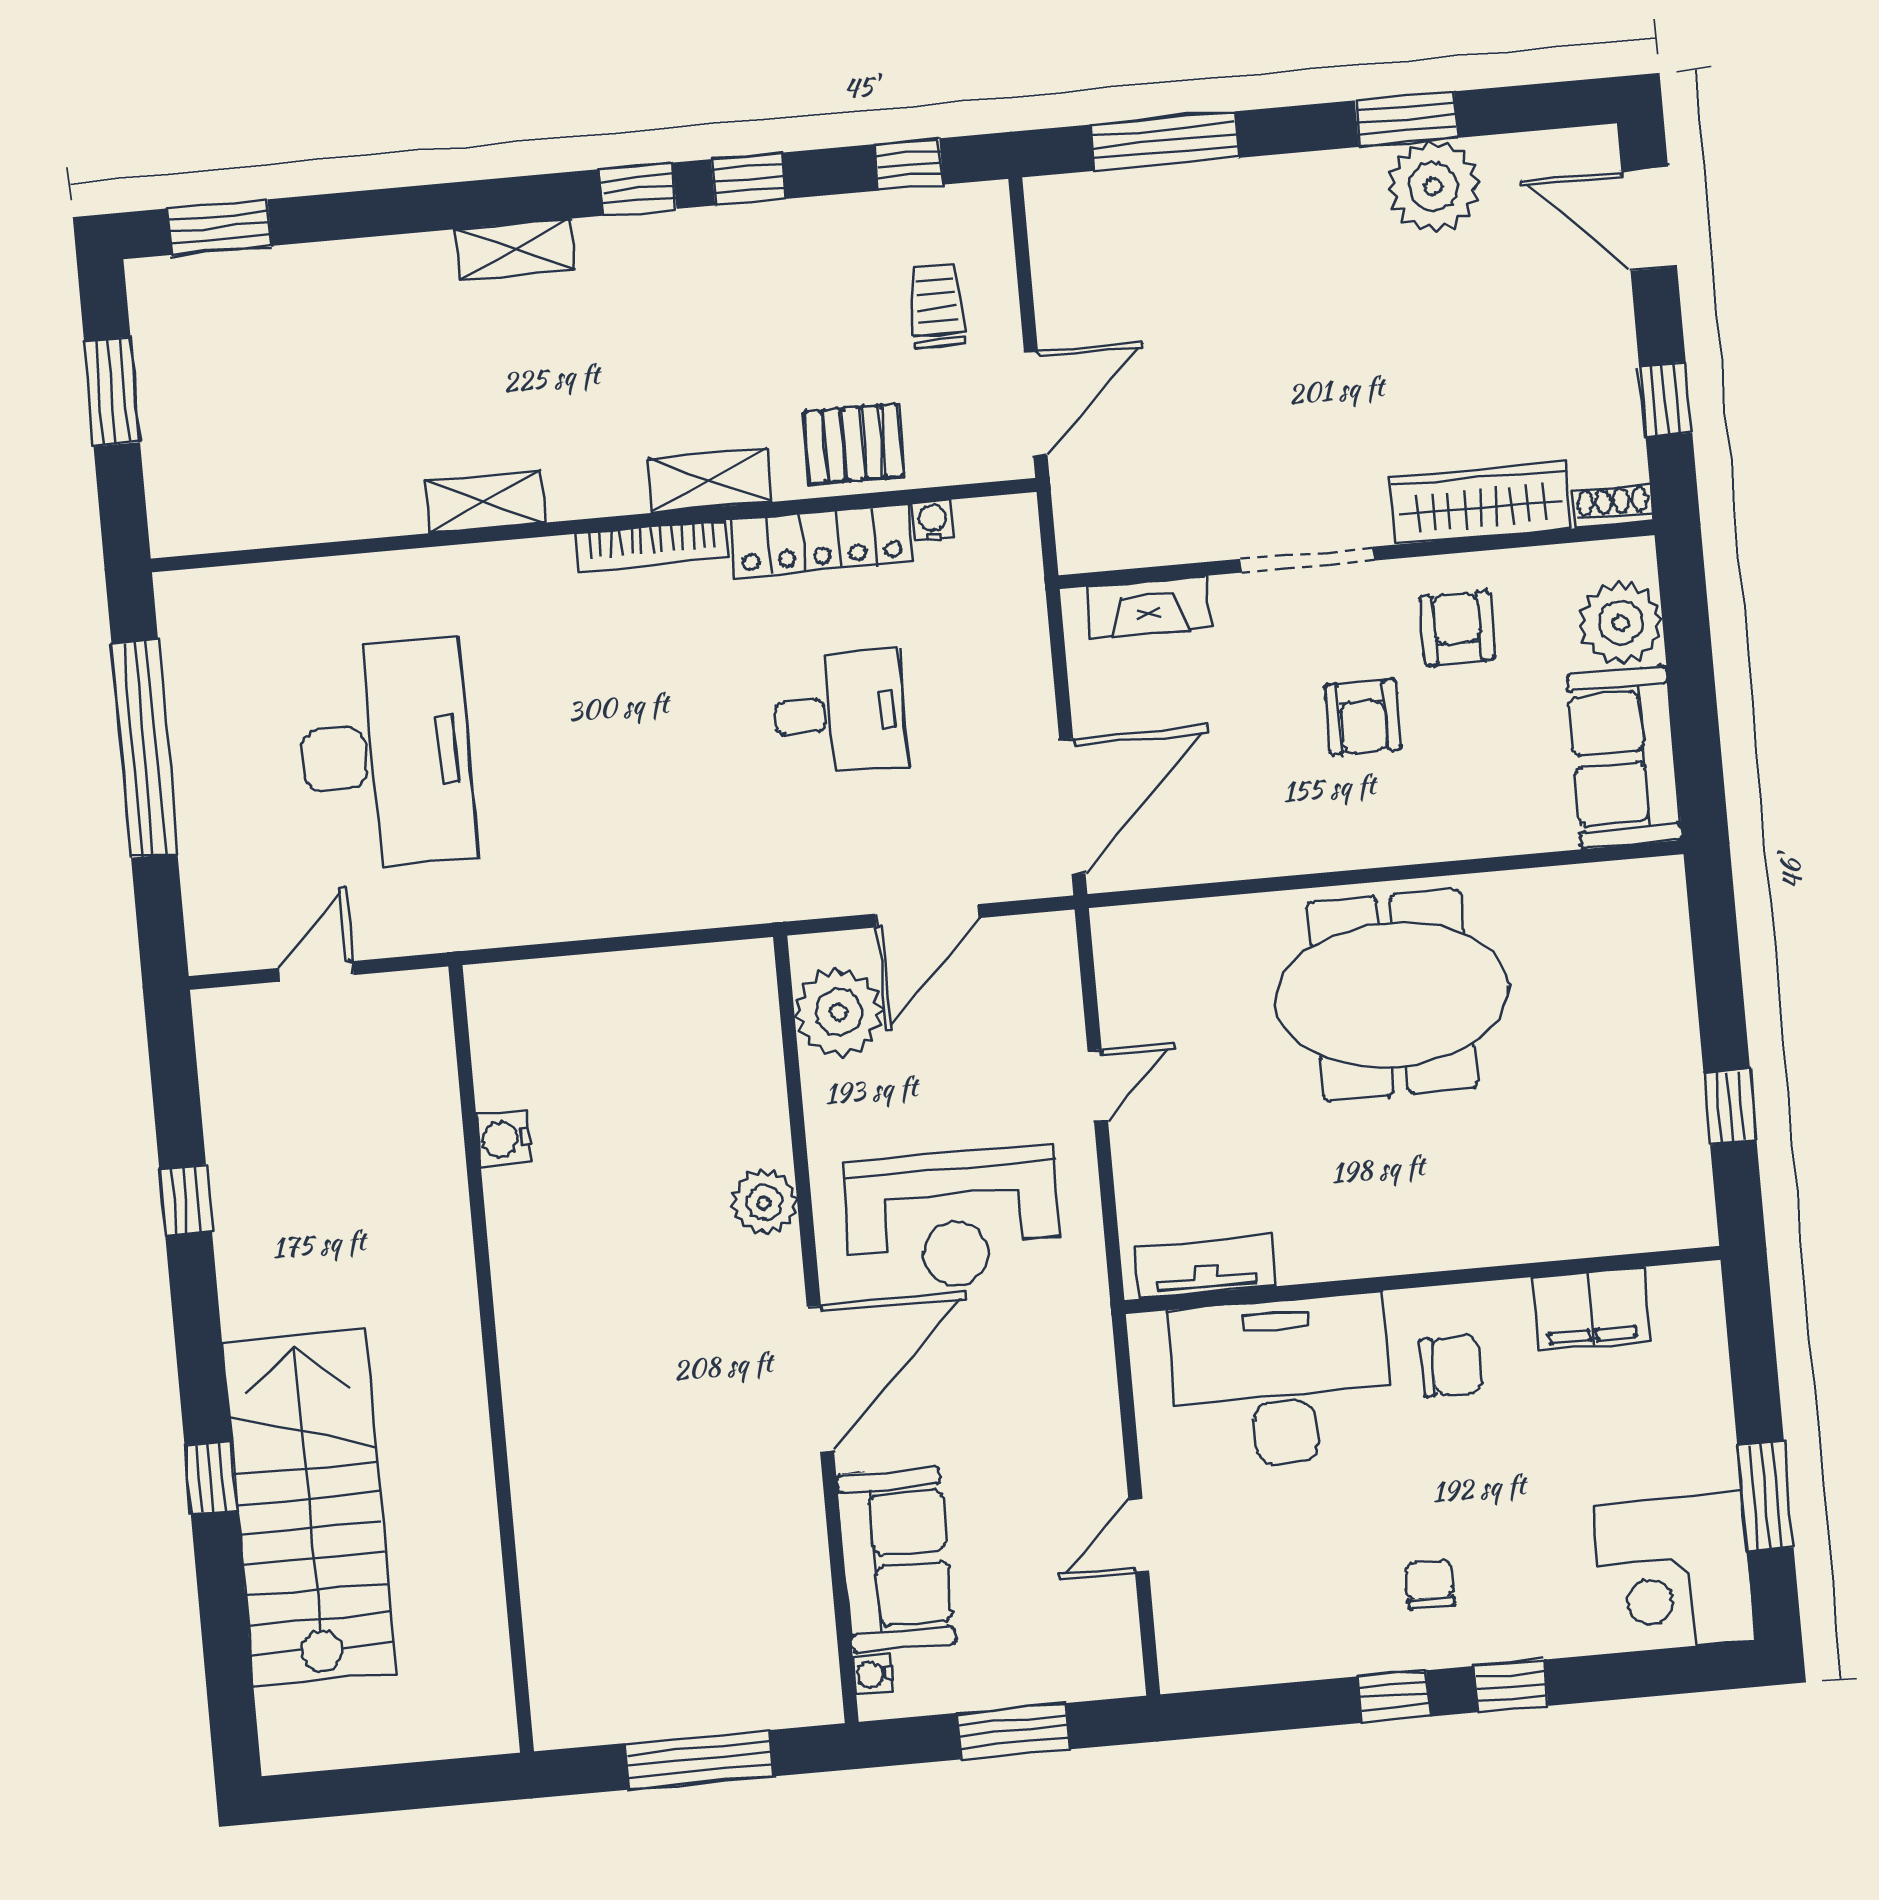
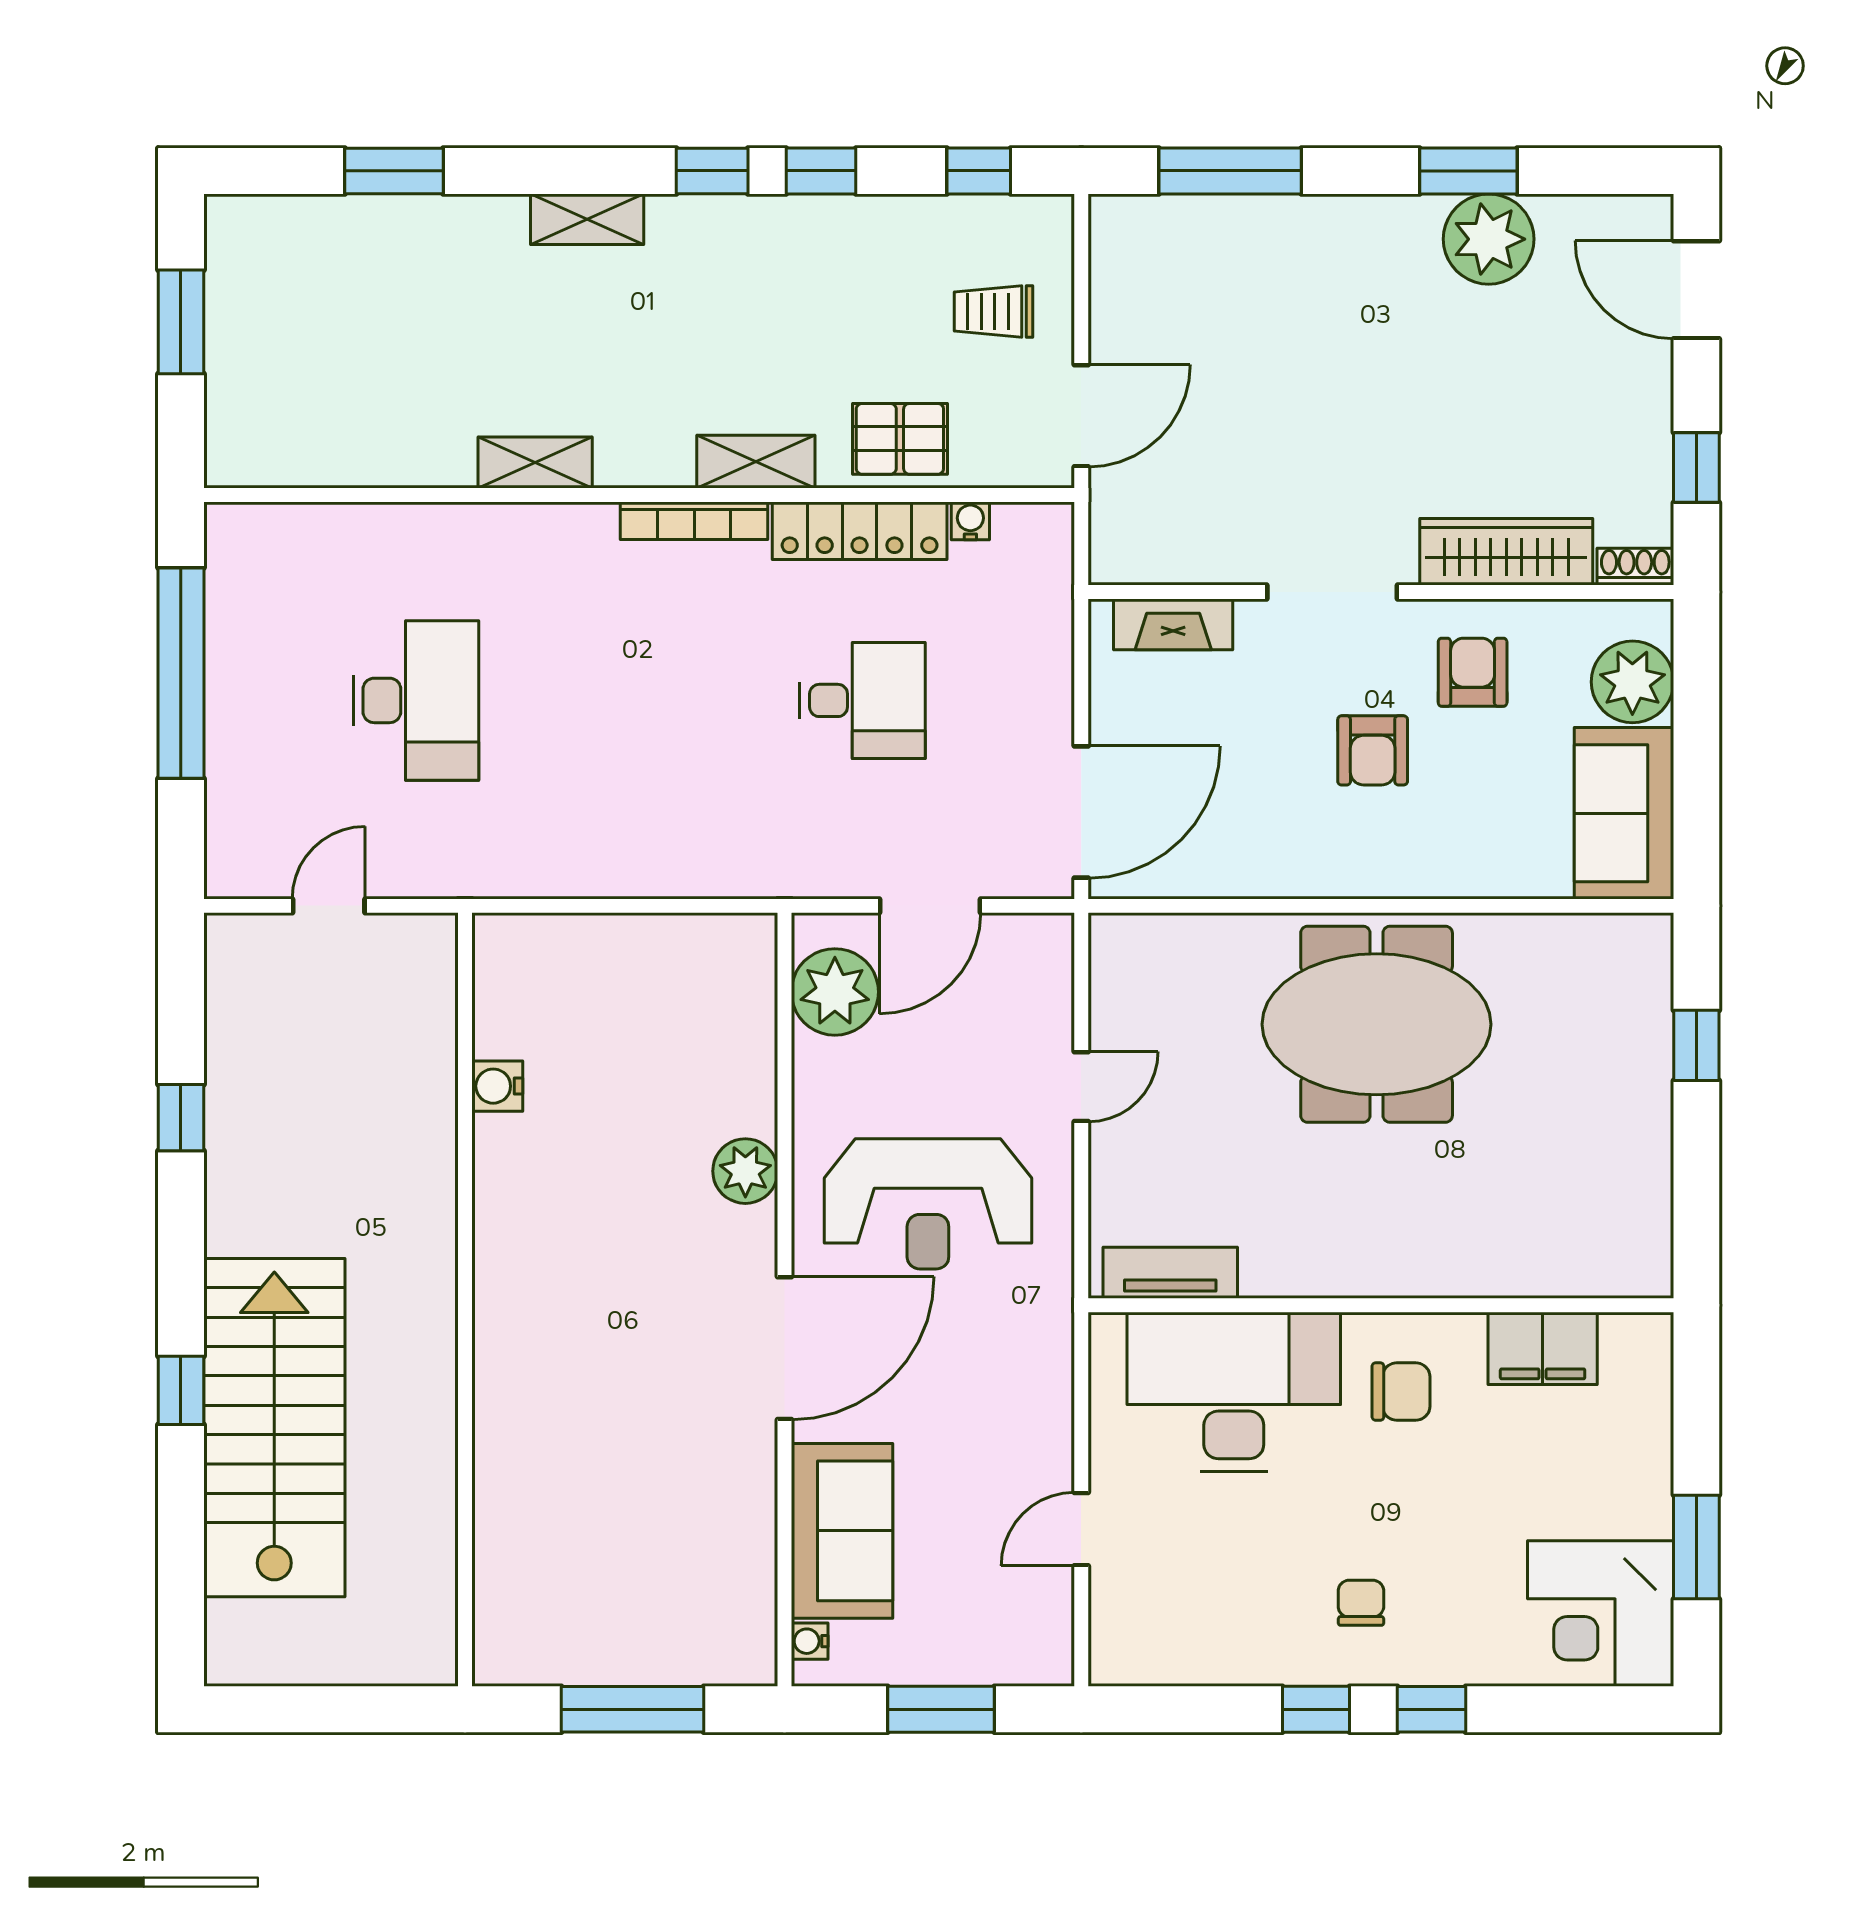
window: (220, 227) -> (394, 171), moved
trolley: (937, 306) -> (994, 311), turned -90
desk: (386, 755) -> (416, 700), width x0.73, depth x0.77
window: (1730, 1107) -> (1696, 1045), moved

